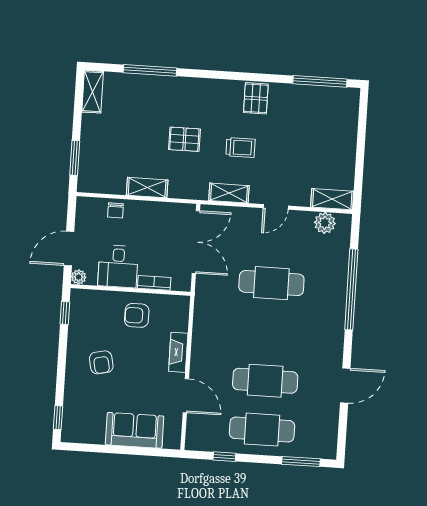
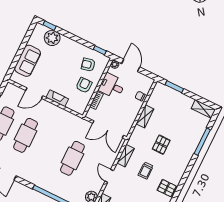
armchair: (101, 362) -> (88, 65), moved
plant: (77, 404) -> (52, 38), added

